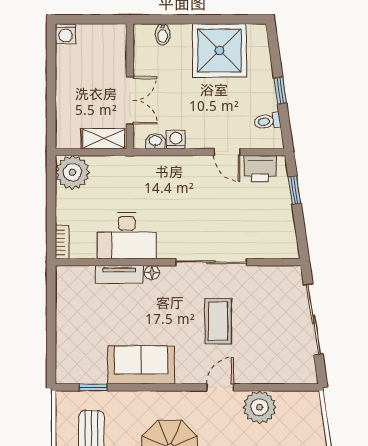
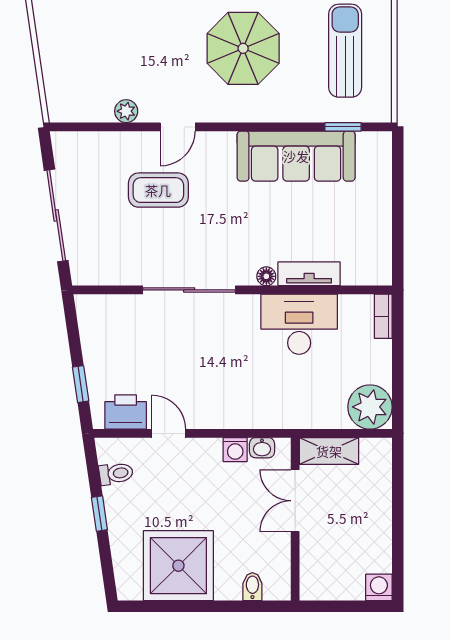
coffee table: (218, 321) -> (158, 190), moved, turned 90
sofa: (141, 365) -> (296, 156), width x1.36
plant: (260, 407) -> (126, 111), width x0.53, depth x0.53

